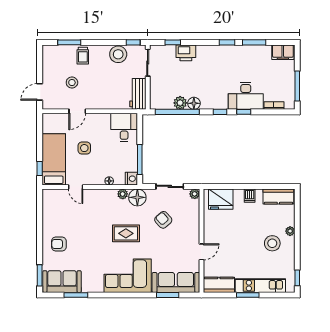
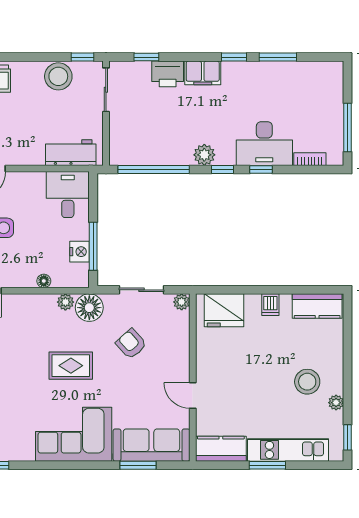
filing cabinet: (283, 52) -> (203, 73), moved
workbench: (138, 94) -> (71, 153), moved, turned 90
plant: (180, 103) -> (204, 155), moved
floor lamp: (194, 103) -> (181, 156), removed
nightstand: (131, 179) -> (80, 252), moved
plant: (290, 231) -> (336, 403), moved
door: (201, 252) -> (193, 396), swing flipped

